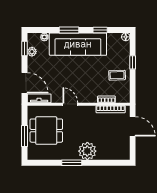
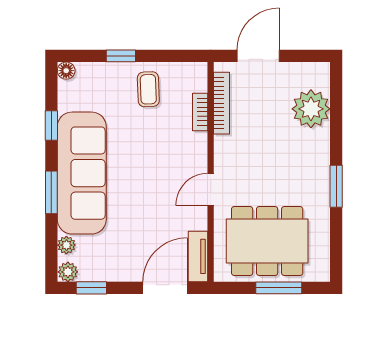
plant: (32, 52) -> (68, 272), moved
dining table: (46, 131) -> (267, 241), width x1.38
plant: (87, 151) -> (311, 109), moved

